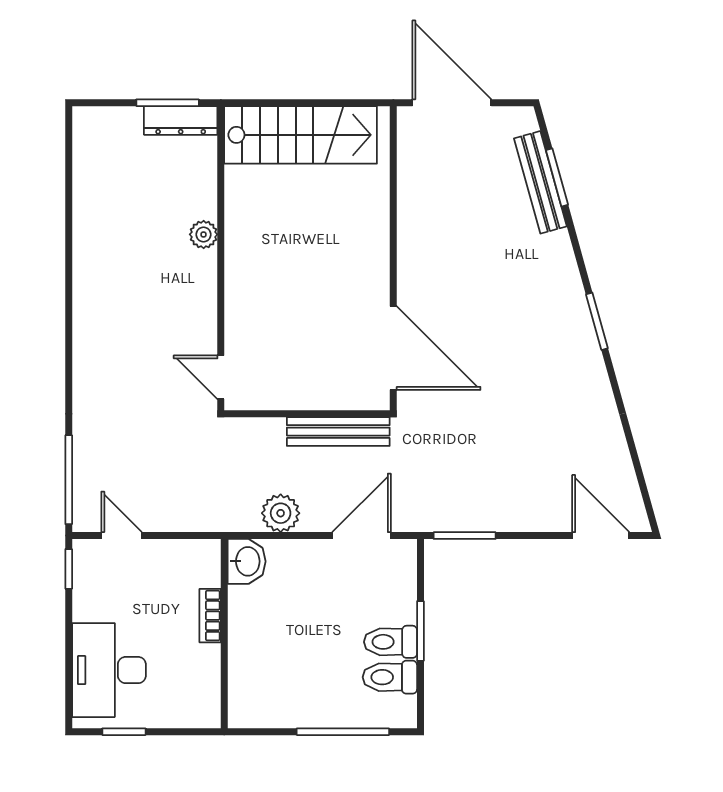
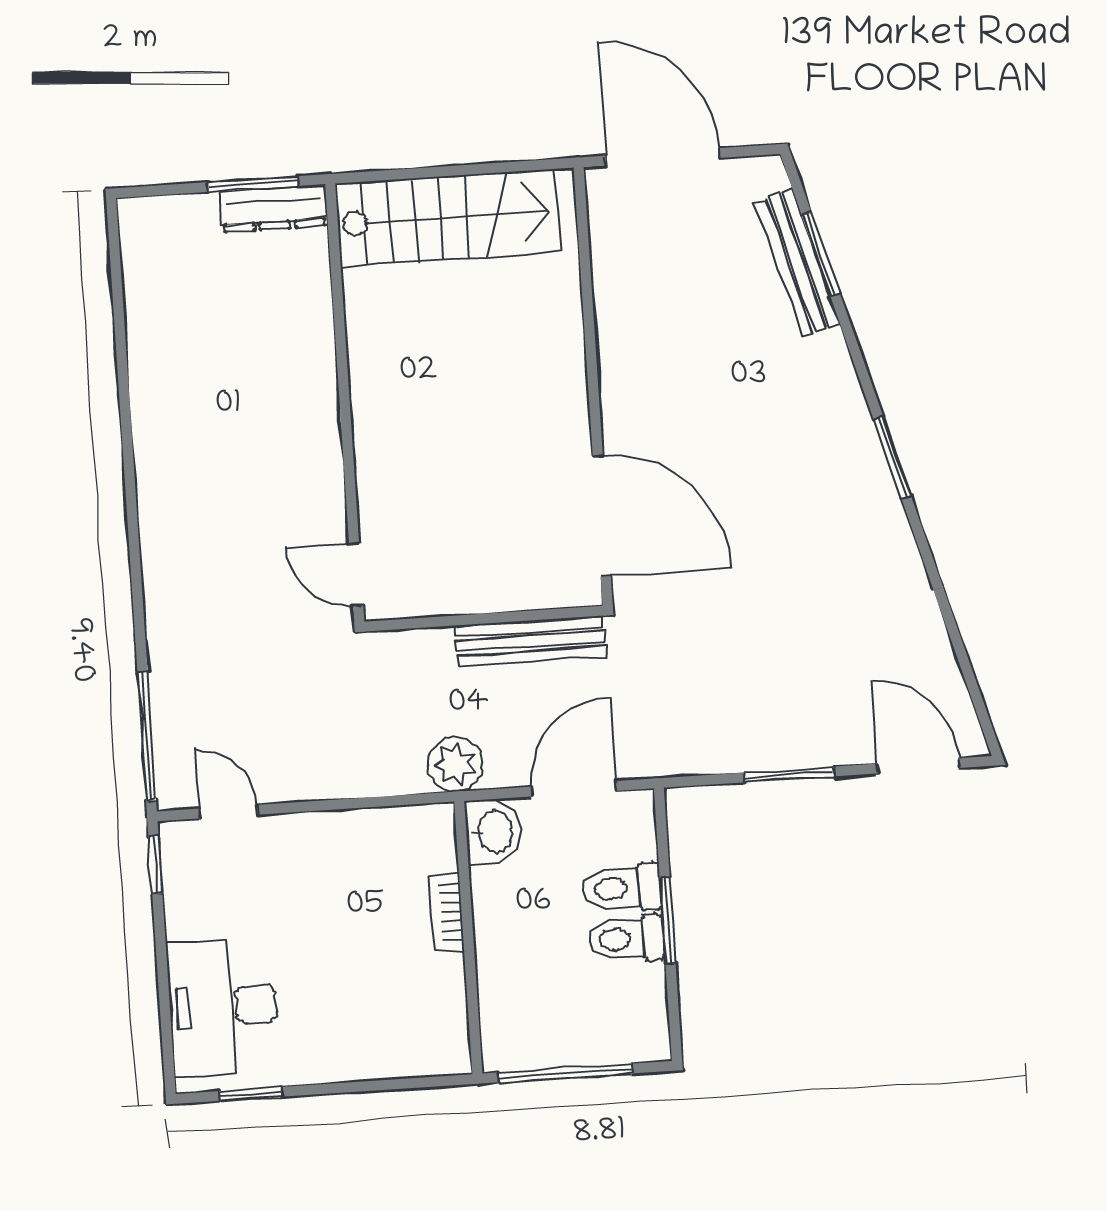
plant: (204, 234) -> (318, 370), removed
window: (465, 536) -> (789, 774), moved
washbasin: (247, 561) -> (494, 831), moved
bookcase: (210, 616) -> (446, 913), moved
wall: (224, 634) -> (468, 938), moved
toilet: (390, 677) -> (621, 888), moved

